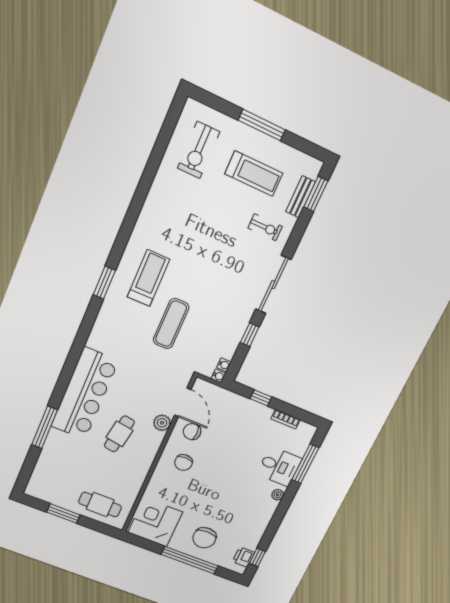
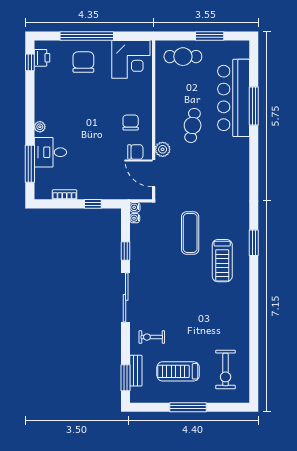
exercise bike: (198, 150) -> (226, 370), turned 180
bar counter: (85, 394) -> (234, 98), moved

